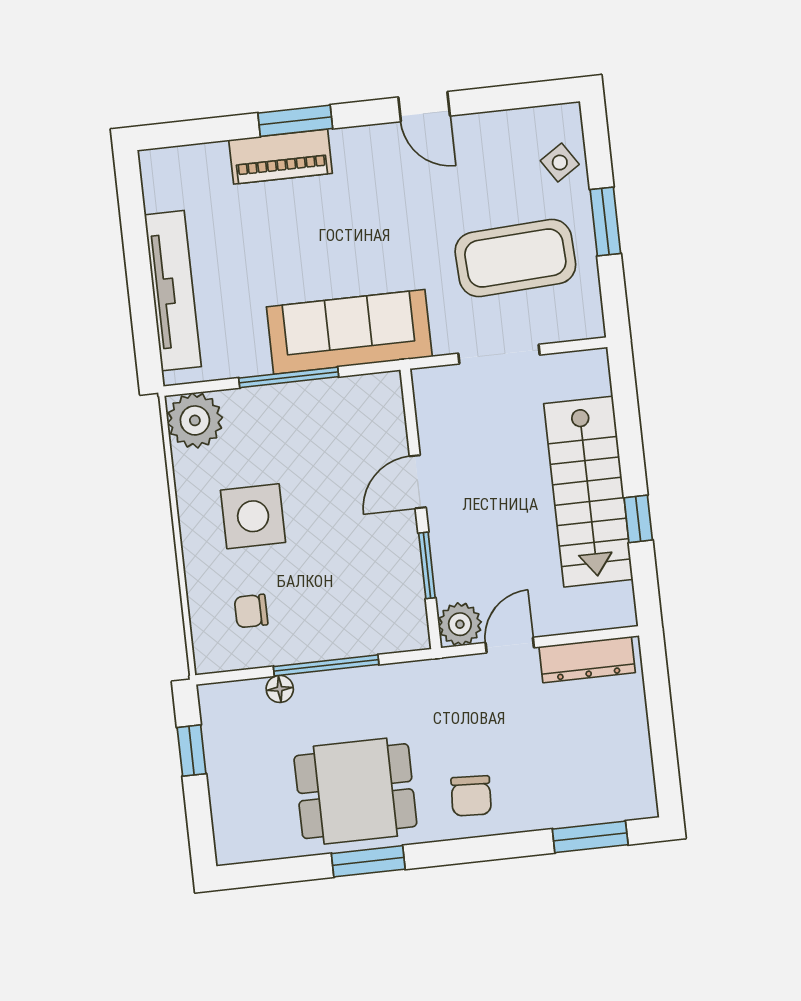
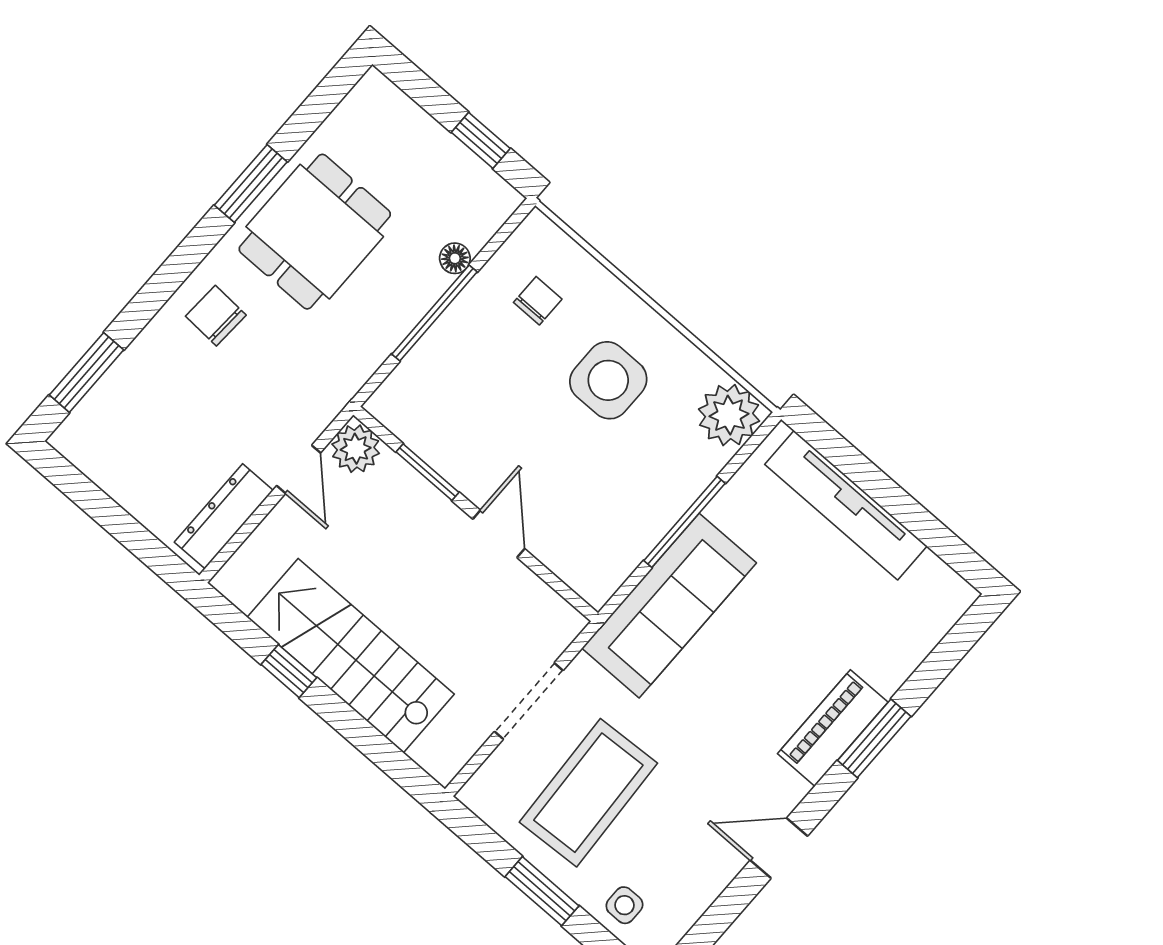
piano: (281, 157) -> (833, 728), moved
side table: (560, 163) -> (624, 905), turned 33

